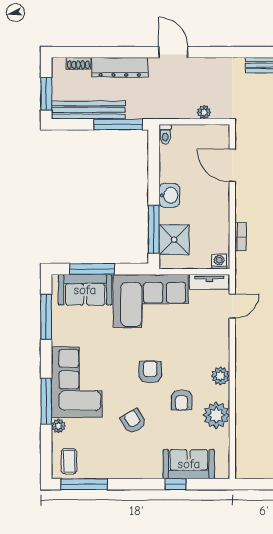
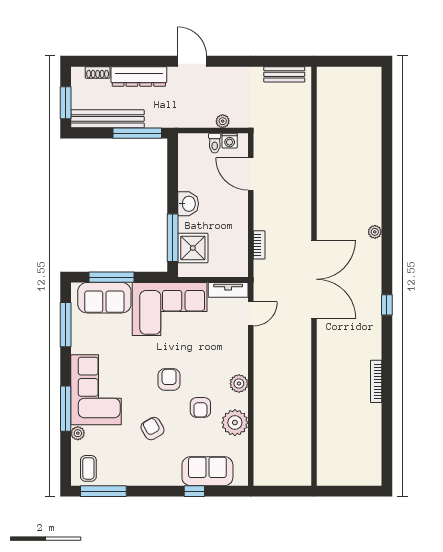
toilet: (165, 134) -> (215, 143), moved
washing machine: (219, 262) -> (230, 141), moved, turned 180

